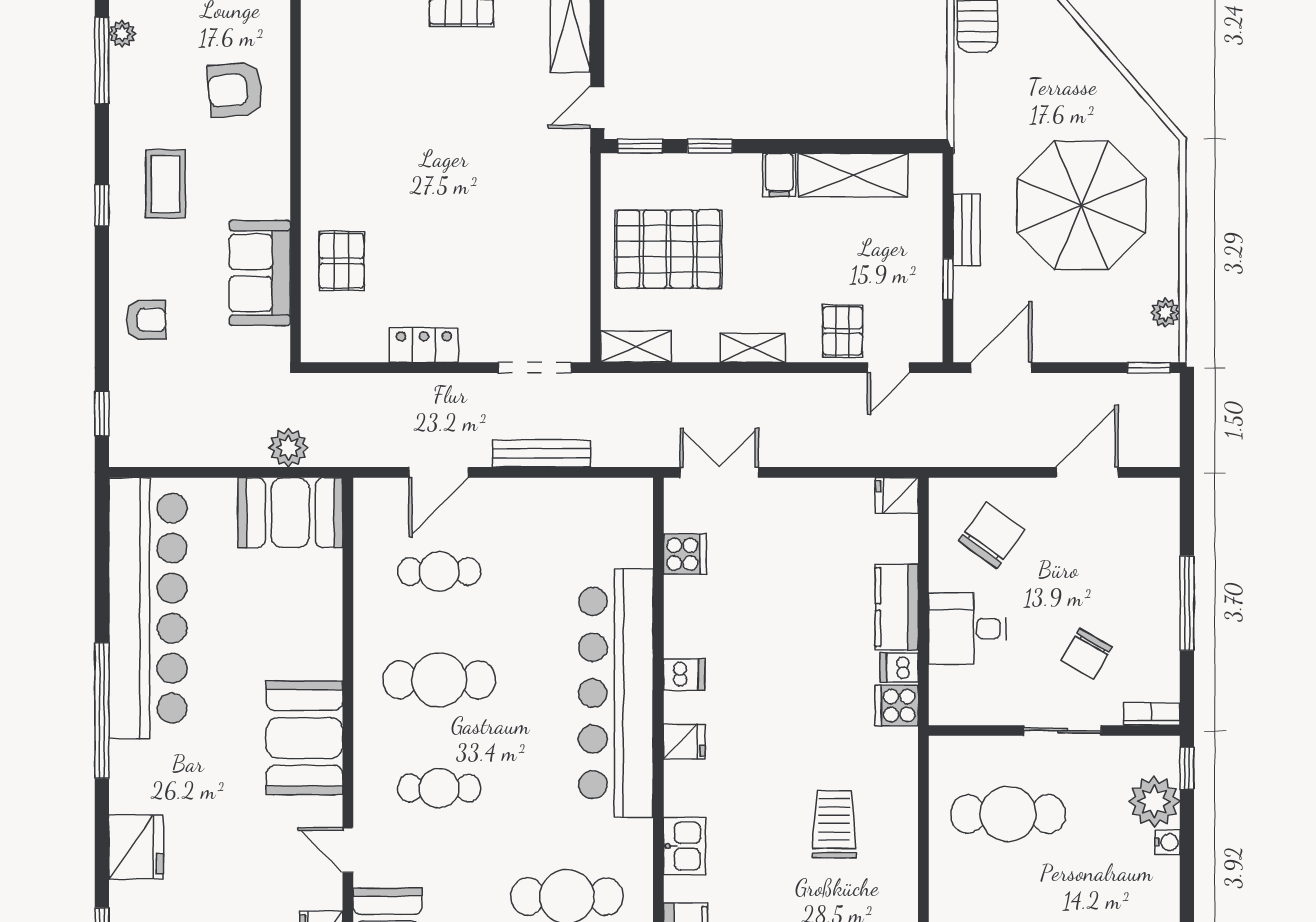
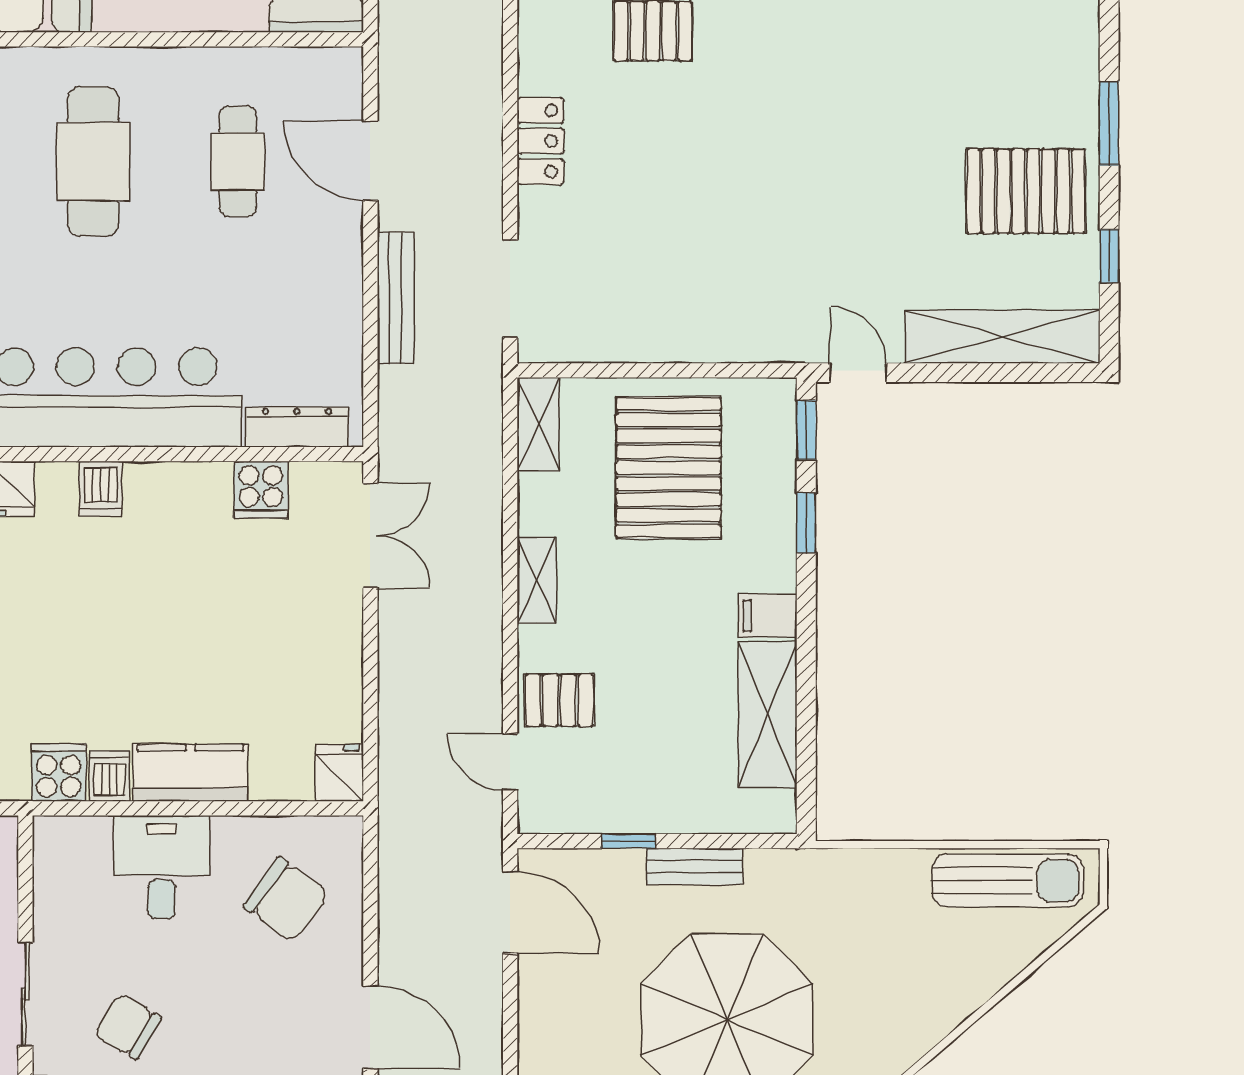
dresser: (638, 527) -> (297, 427), added

